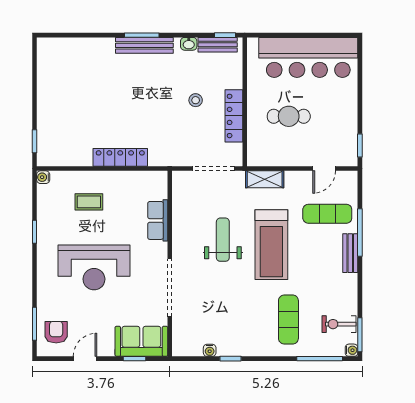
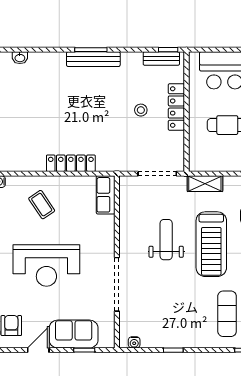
washbasin: (189, 44) -> (20, 58), moved
locker: (234, 116) -> (176, 107), moved
coffee table: (89, 202) -> (42, 205), turned 56
row of seats: (158, 220) -> (106, 195), moved
sofa: (141, 341) -> (74, 334), moved
water cooler: (210, 350) -> (134, 342), moved

